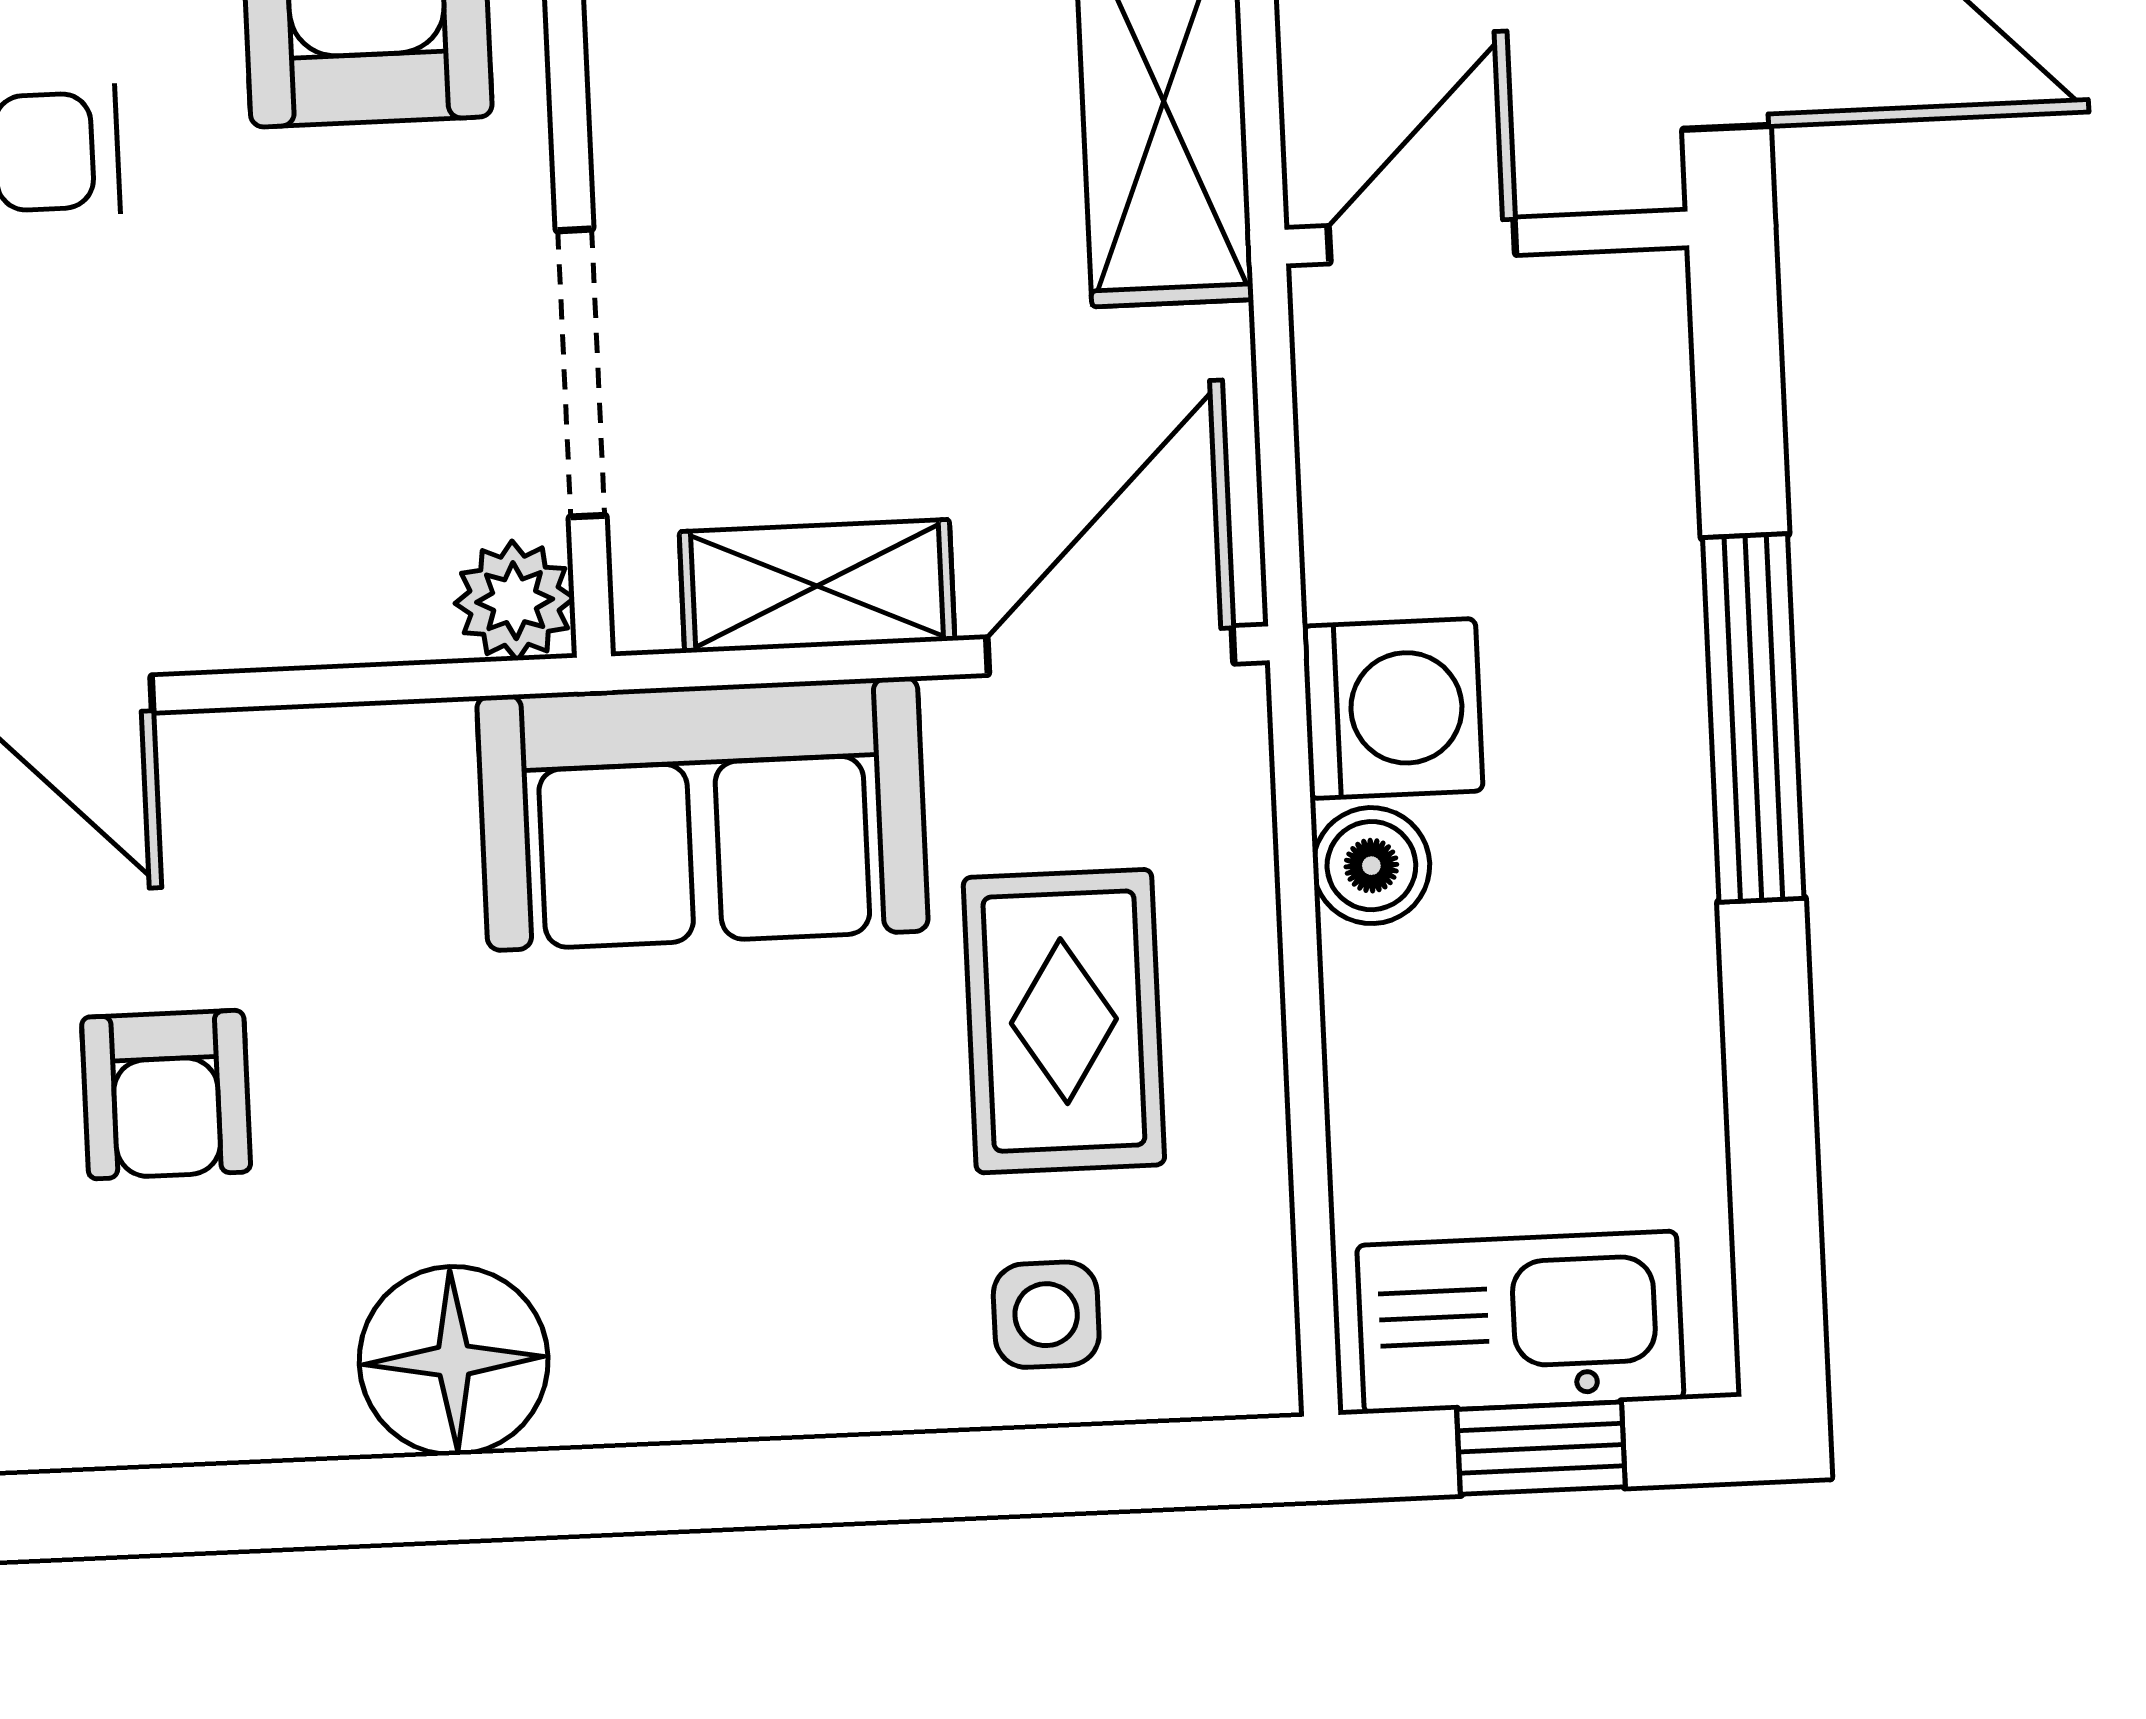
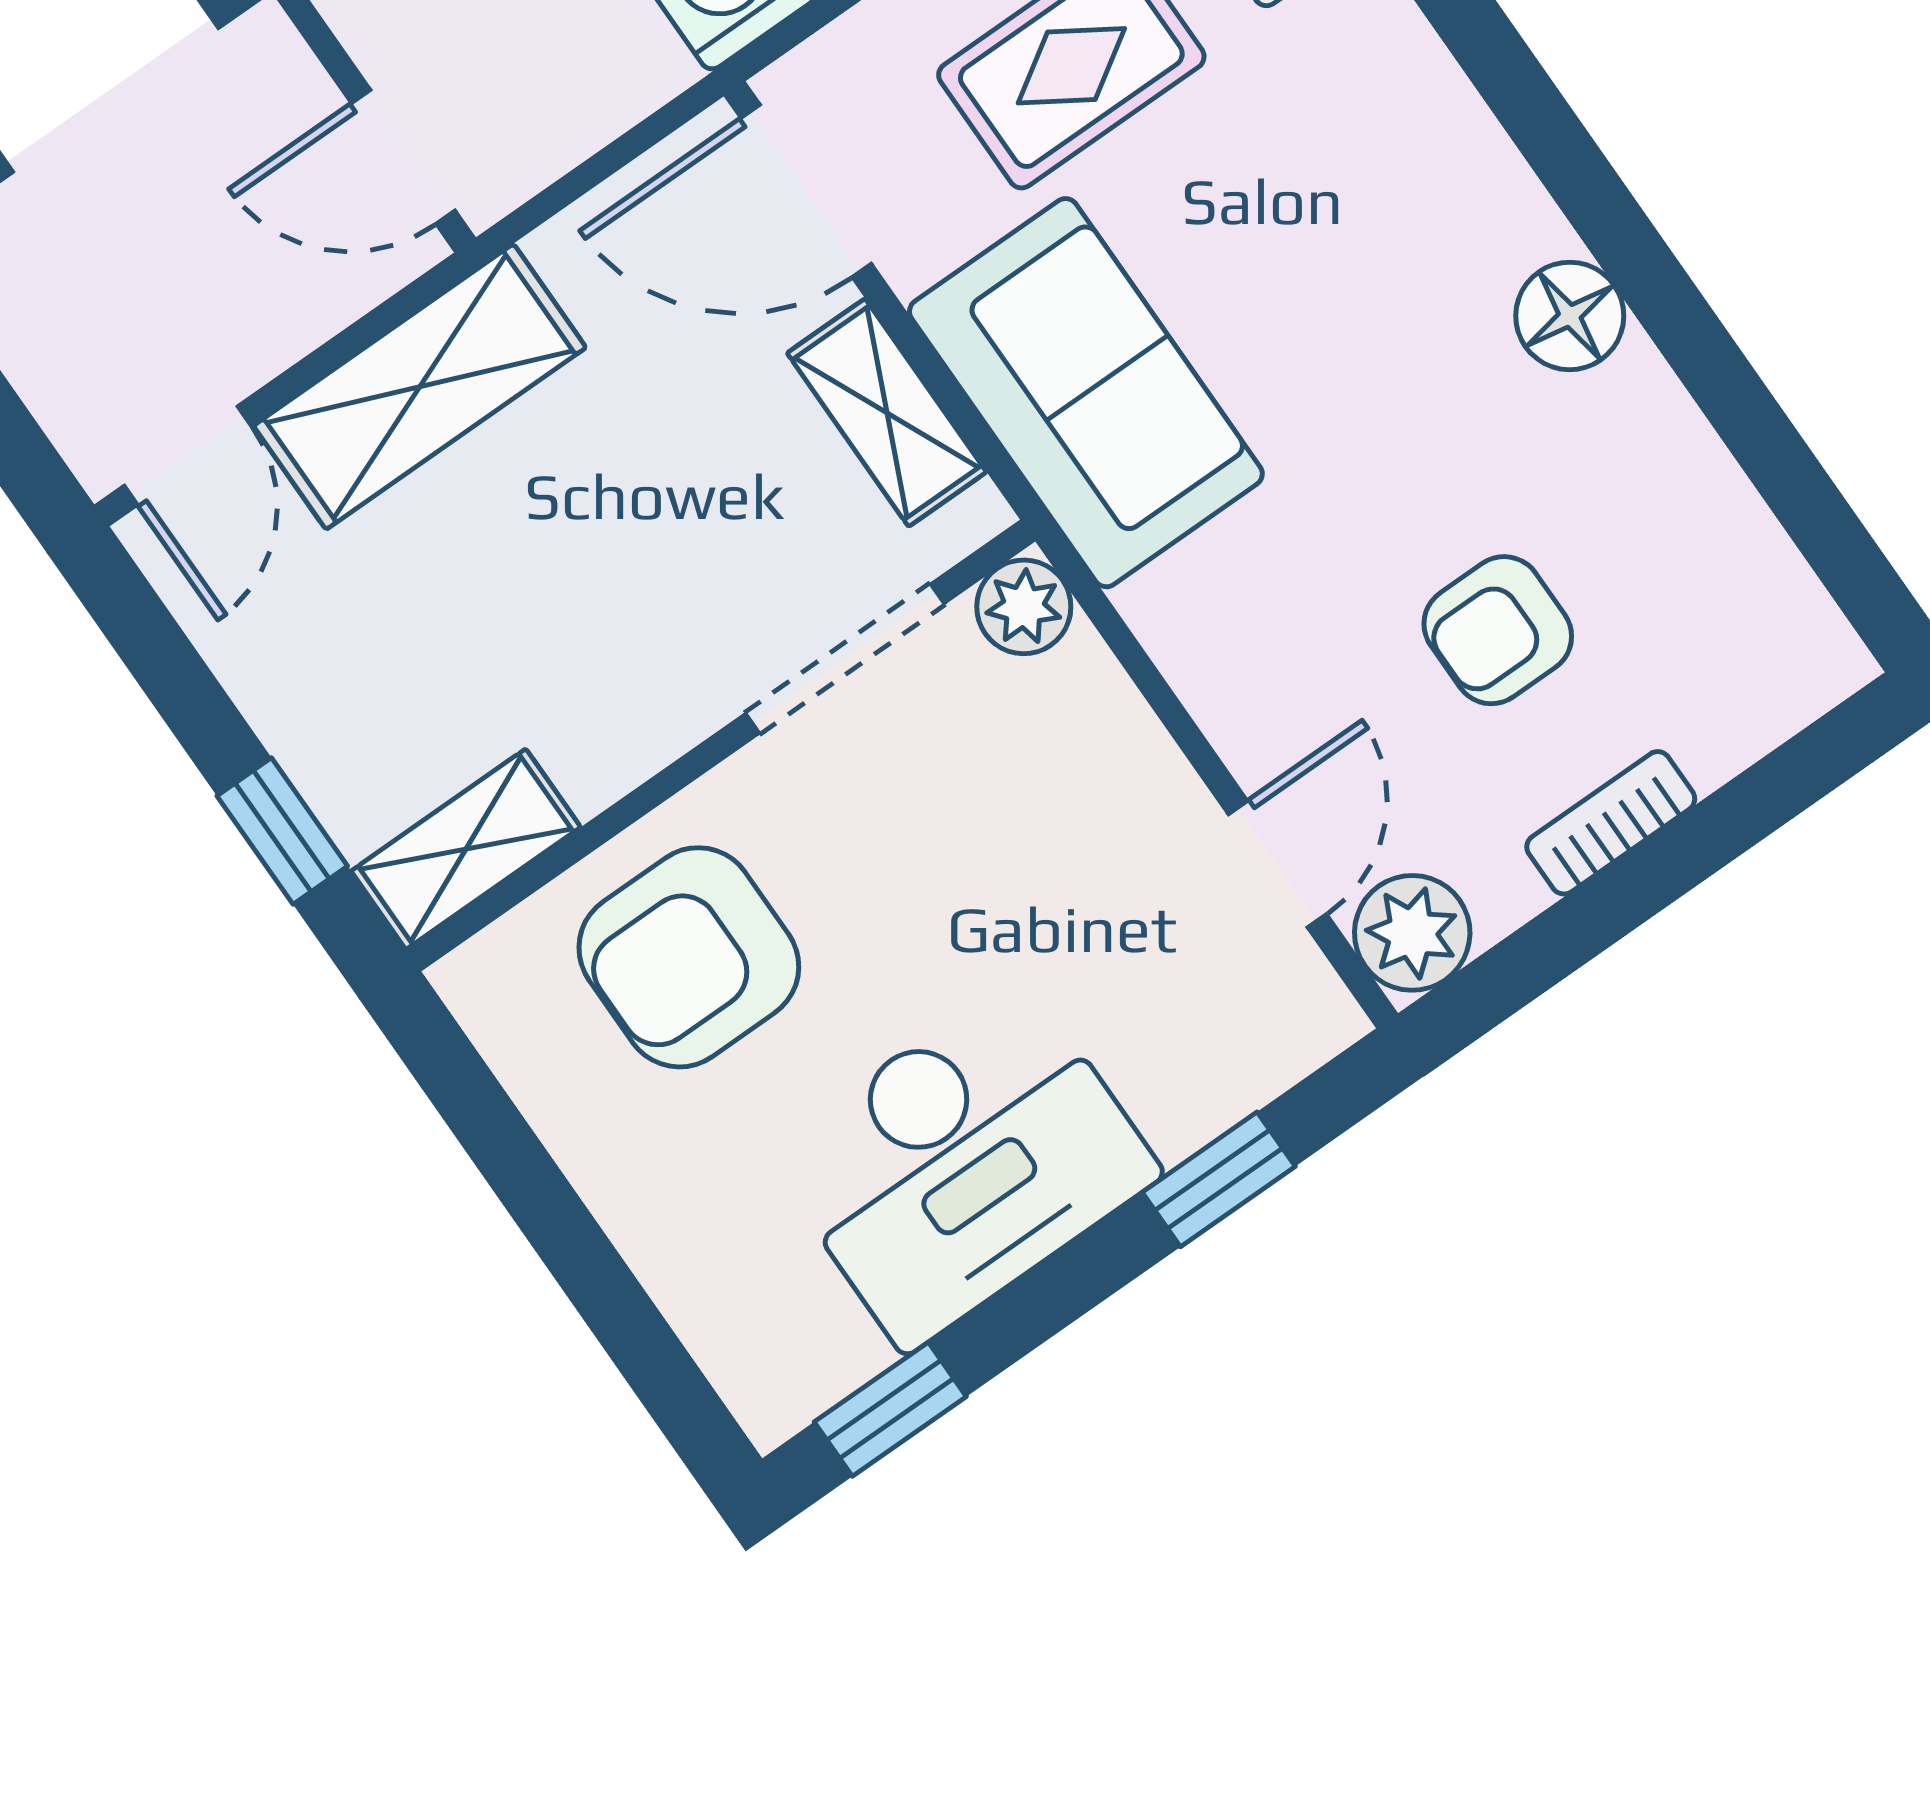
armchair: (166, 1095) -> (1498, 630), turned 180
floor lamp: (454, 1361) -> (1570, 316), width x0.73, depth x0.73

